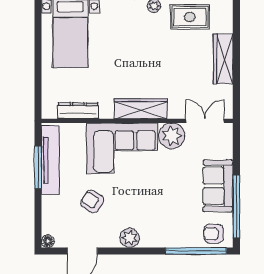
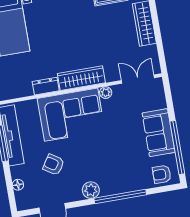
dresser: (78, 111) -> (46, 86), moved, width x0.70
plant: (172, 136) -> (106, 93), width x0.53, depth x0.53
floor lamp: (48, 241) -> (18, 185), moved
window: (196, 251) -> (120, 197), moved

